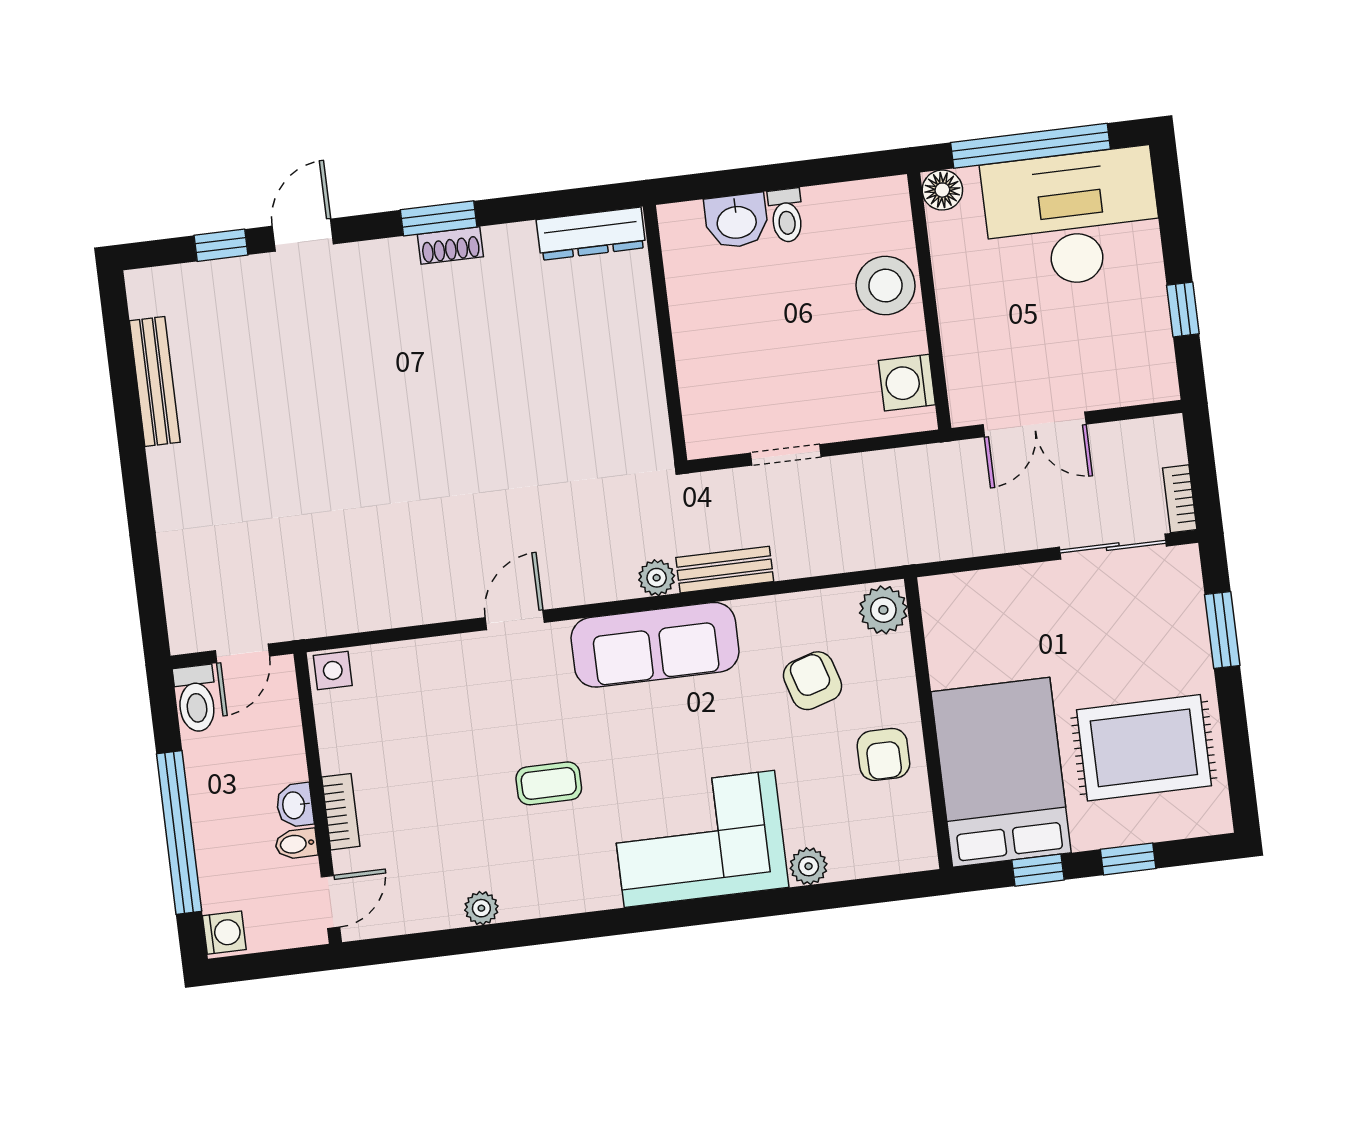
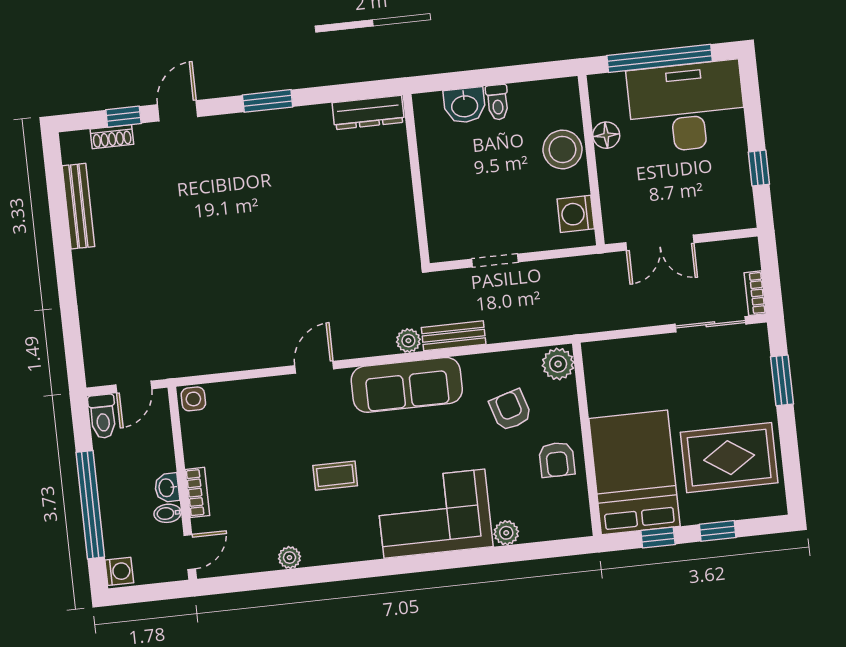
floor lamp: (942, 190) -> (606, 135), moved
shoe rack: (450, 246) -> (112, 137), moved

